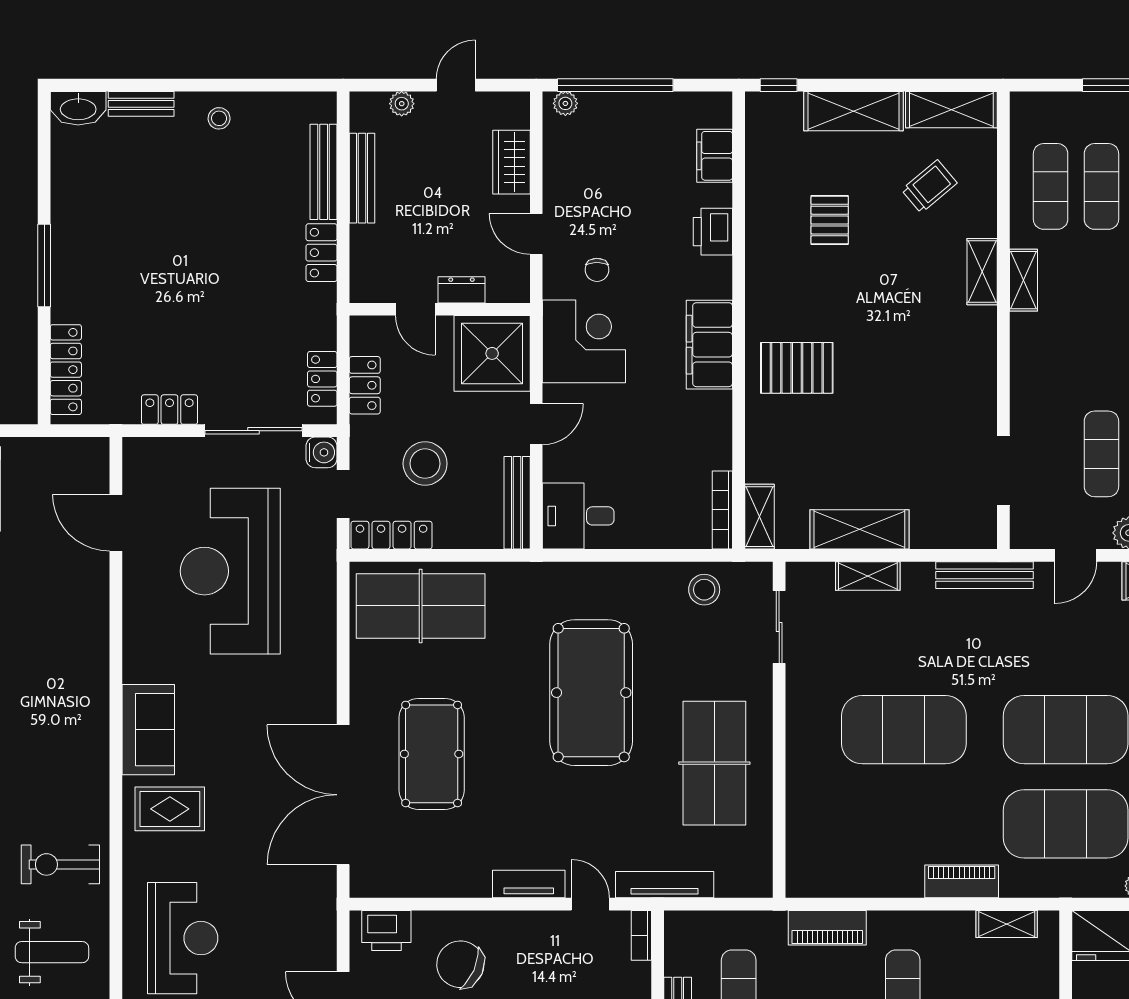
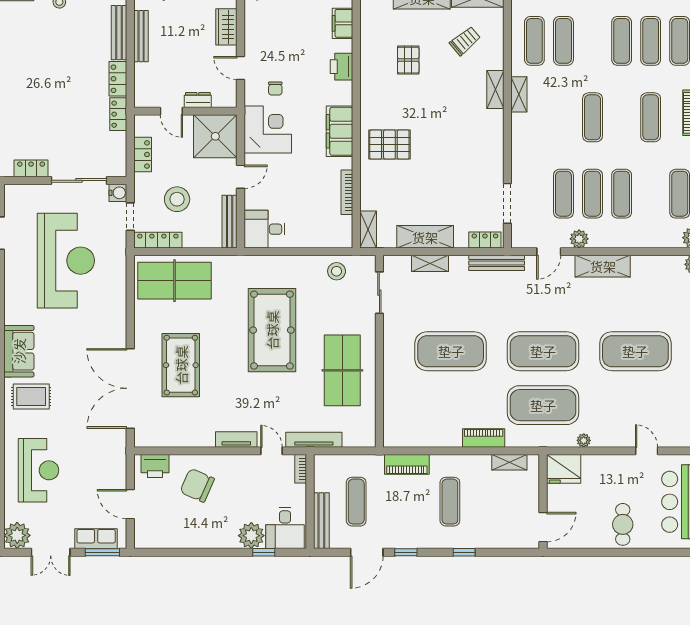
locker: (322, 379) -> (118, 114), moved
bookcase: (722, 510) -> (347, 192), moved
locker: (964, 535) -> (485, 240), added
reception desk: (230, 571) -> (66, 261), turned 180

